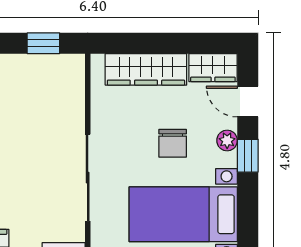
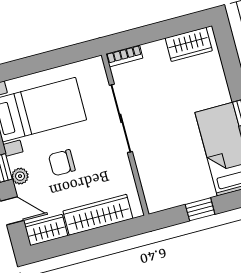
window: (43, 43) -> (200, 209), moved
chair: (173, 143) -> (62, 163), turned -90

